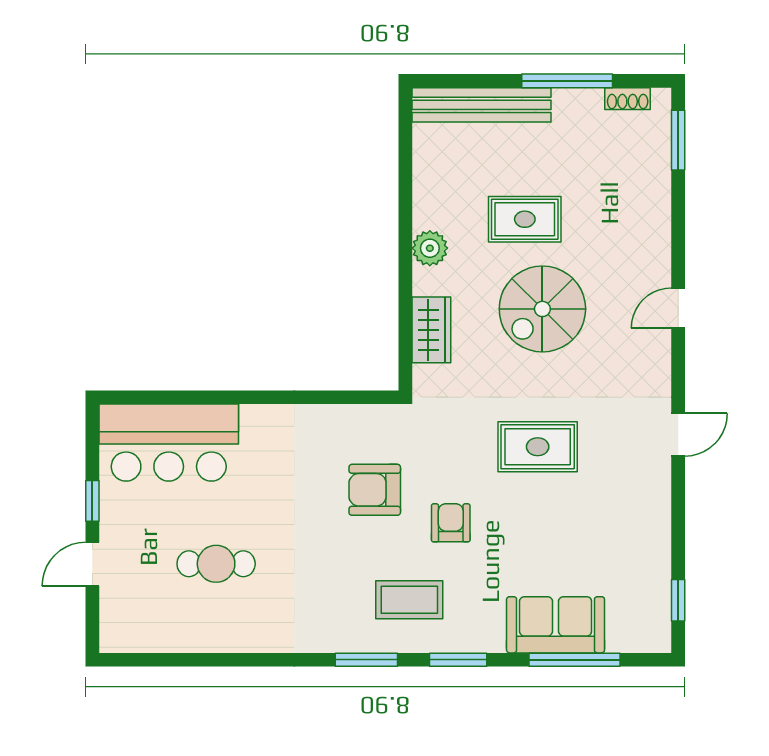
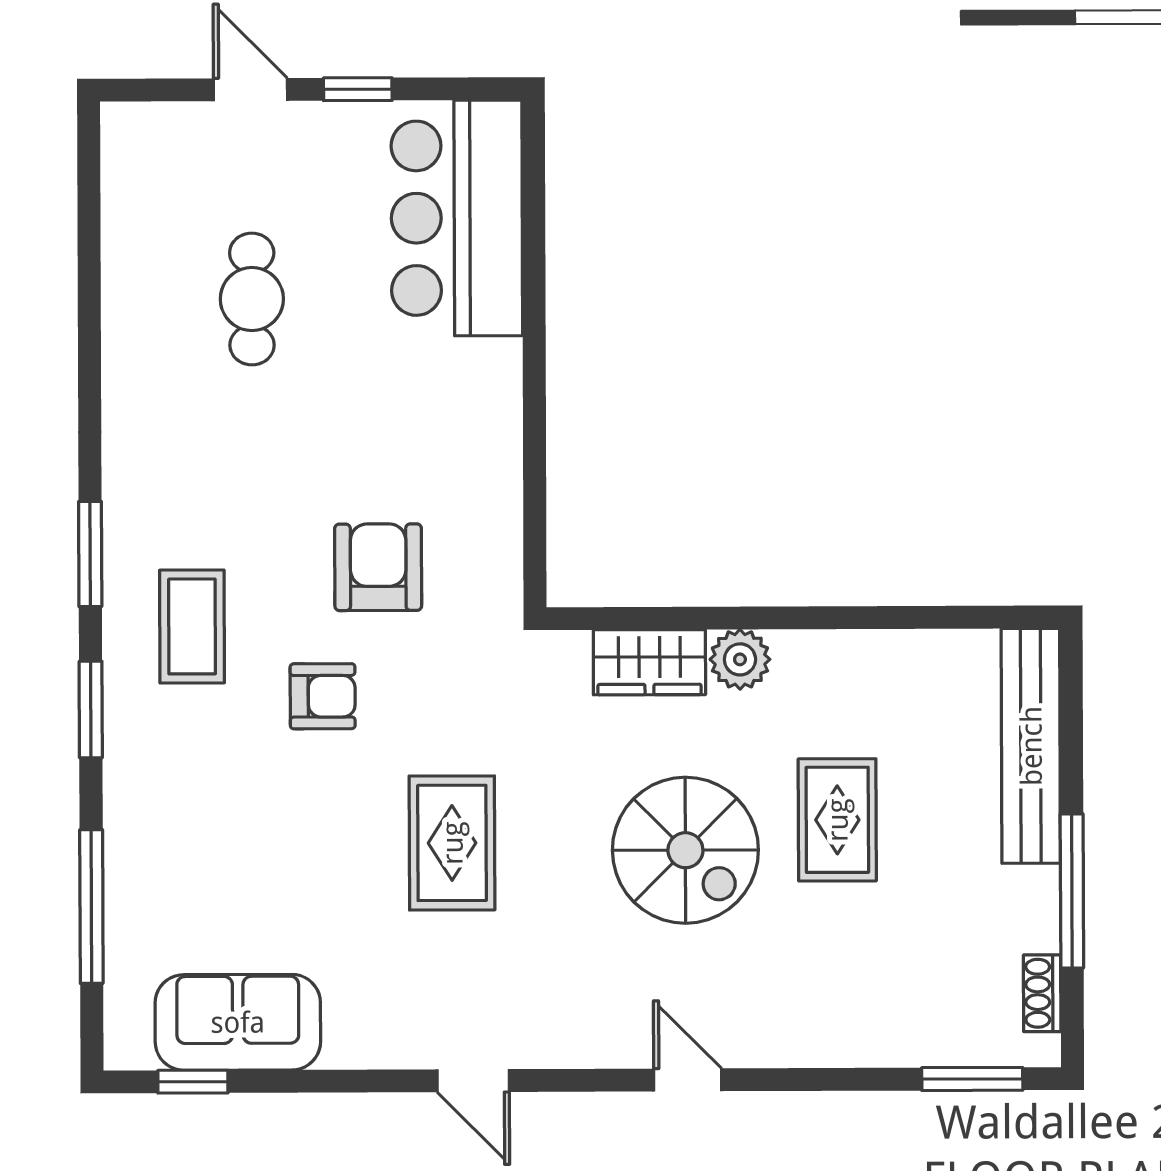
plant: (430, 248) -> (740, 659), moved
spiral stairs: (542, 309) -> (685, 850), turned 180
sofa: (556, 625) -> (238, 1022), moved, turned -90

